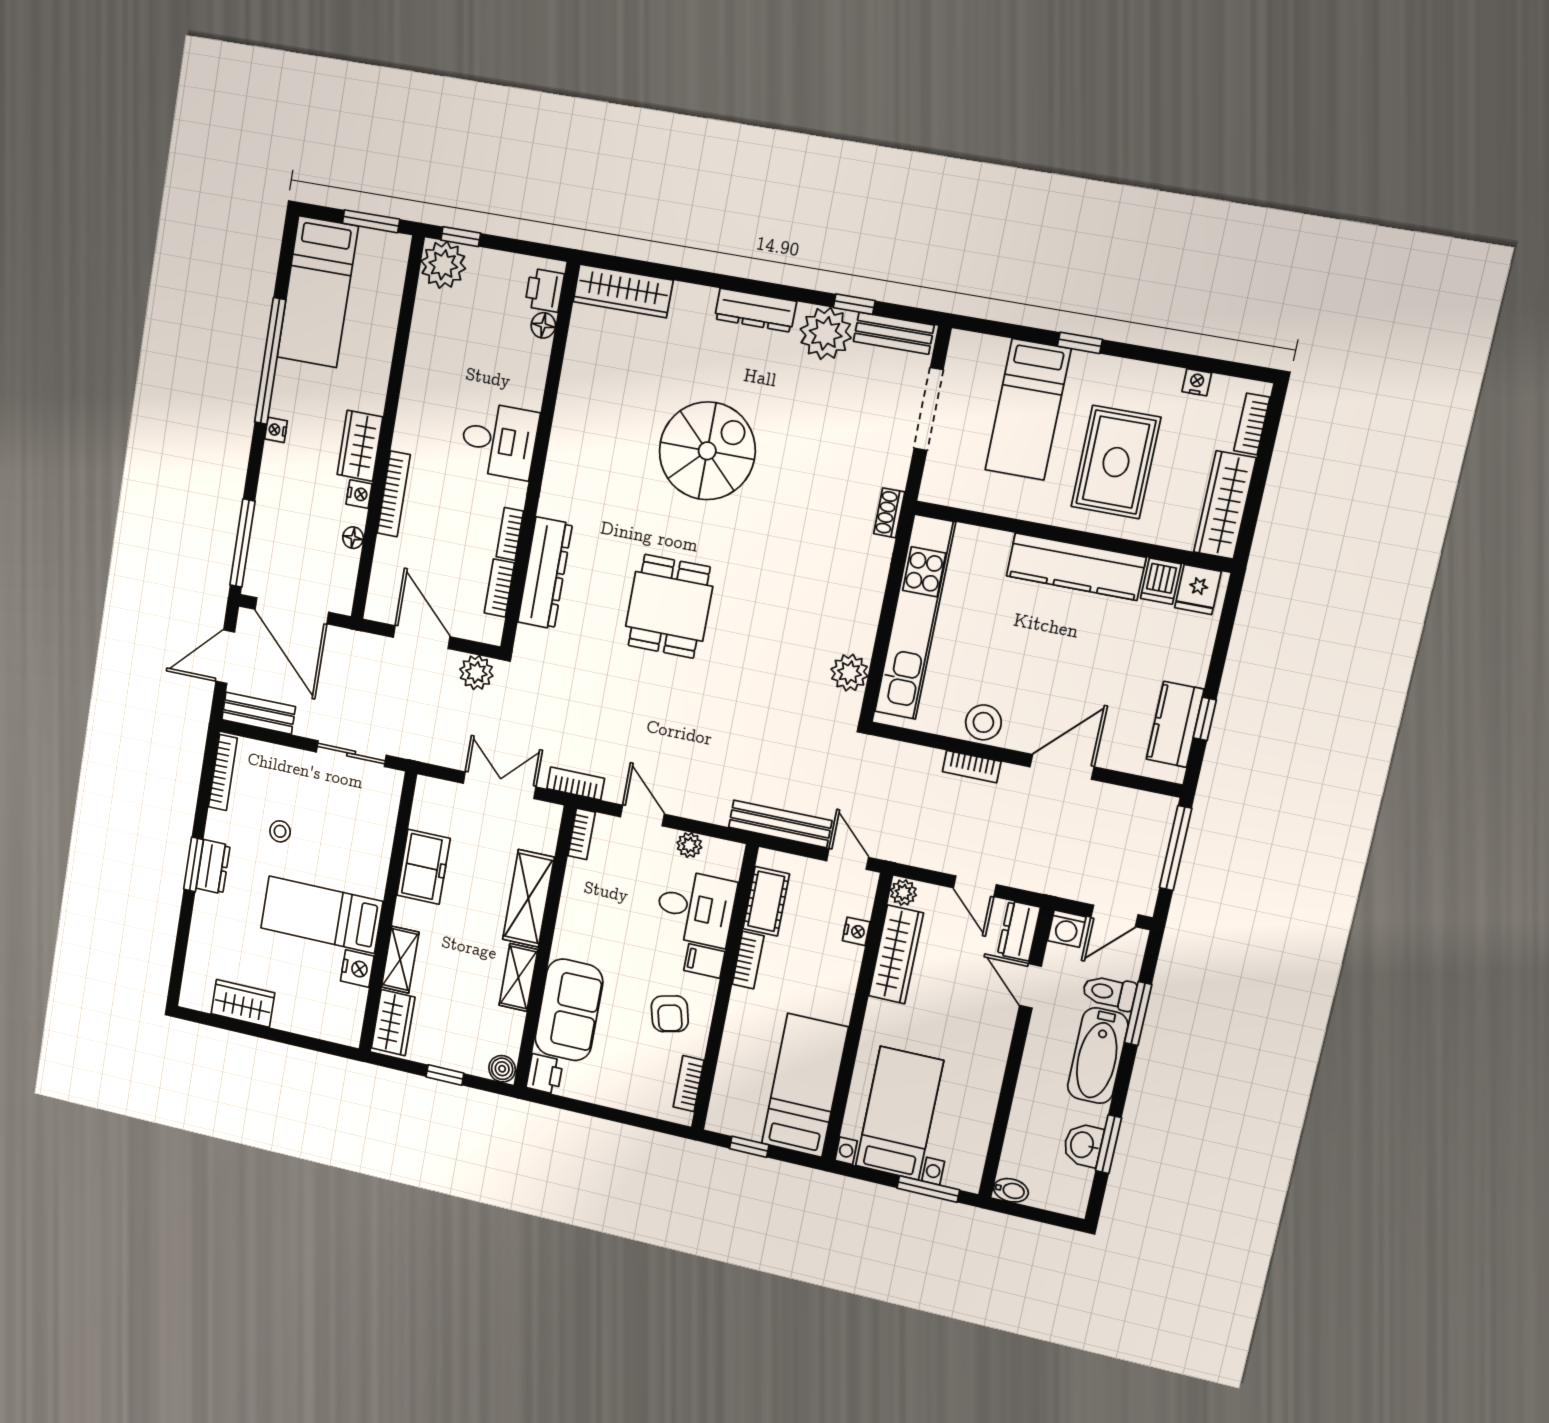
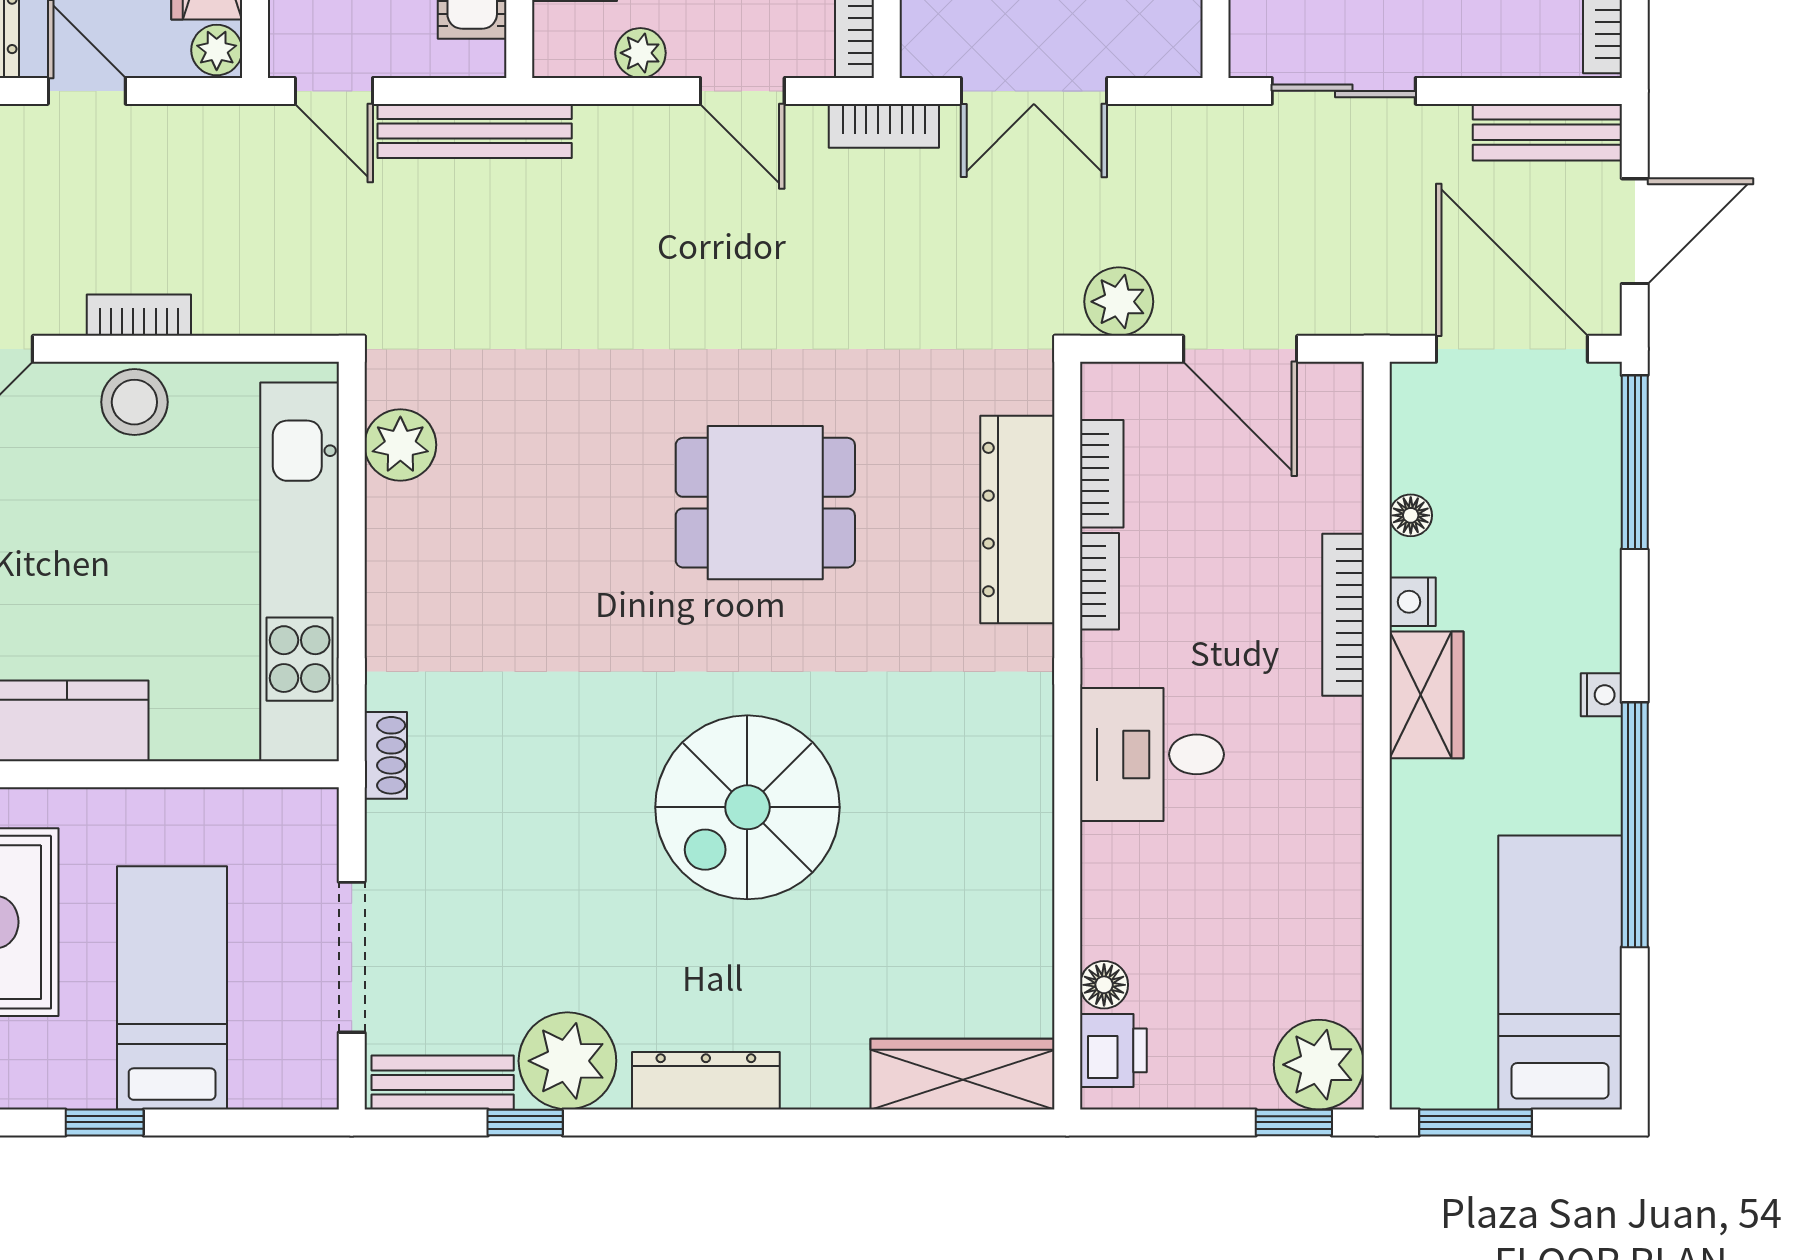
dining table: (669, 606) -> (765, 503), turned 90

